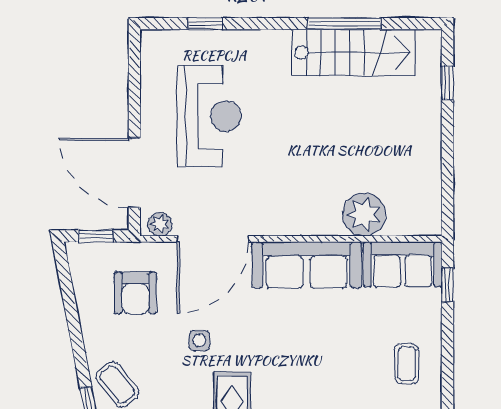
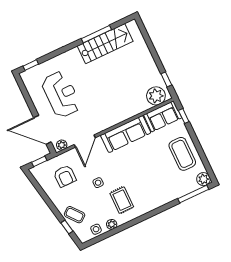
window: (205, 24) -> (31, 65), moved
window: (447, 83) -> (166, 79), moved
plant: (364, 214) -> (156, 96), moved
door: (213, 239) -> (85, 141), width x0.73
coffee table: (407, 364) -> (182, 154), width x1.86, depth x1.72

